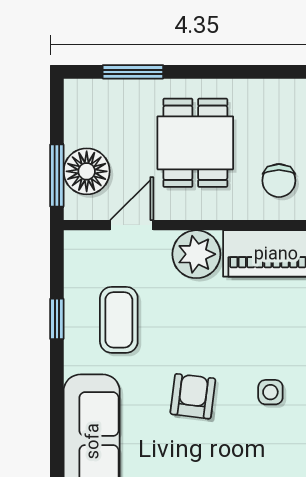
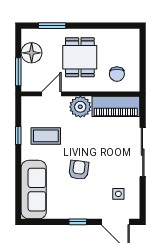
floor lamp: (87, 171) -> (32, 53), moved
coffee table: (119, 320) -> (46, 136), turned 90
side table: (270, 392) -> (118, 194), moved

